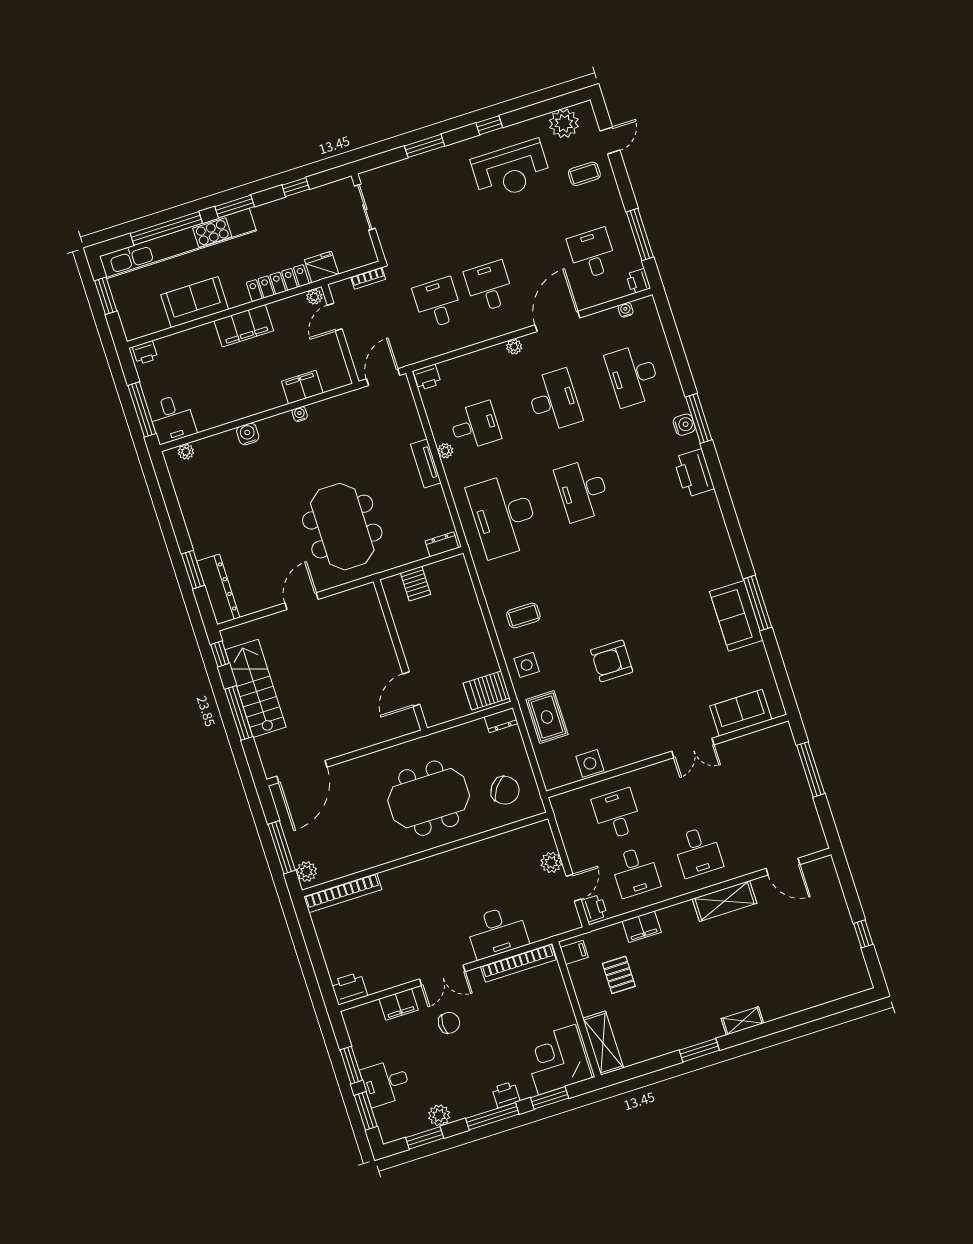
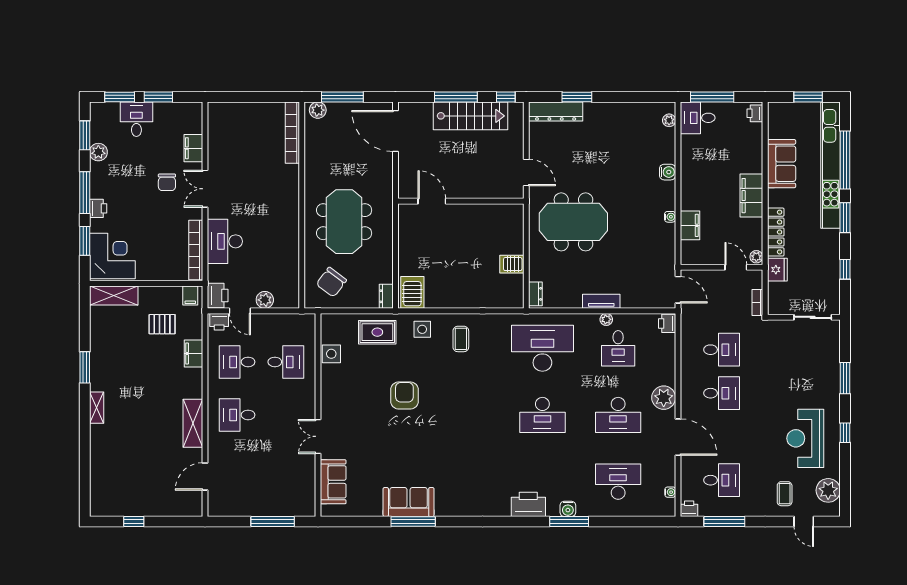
plant: (514, 347) -> (664, 398), width x1.88, depth x1.88
desk: (583, 490) -> (542, 415), turned 180
wall: (400, 655) -> (461, 201), moved
door: (411, 689) -> (432, 201), moved
printer: (349, 988) -> (218, 295), moved

